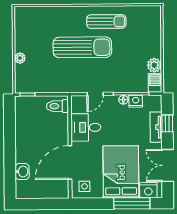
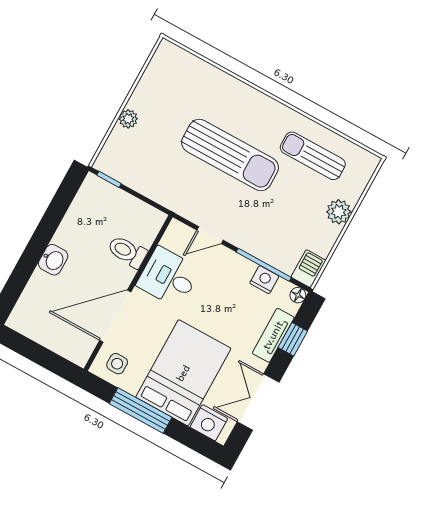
sun lounger: (106, 22) -> (313, 156), moved, turned 180
plant: (154, 65) -> (339, 212), moved
floor lamp: (123, 100) -> (298, 295), moved
toilet: (57, 106) -> (127, 252), moved
washbasin: (22, 172) -> (53, 260), moved
window: (132, 203) -> (141, 411), moved

